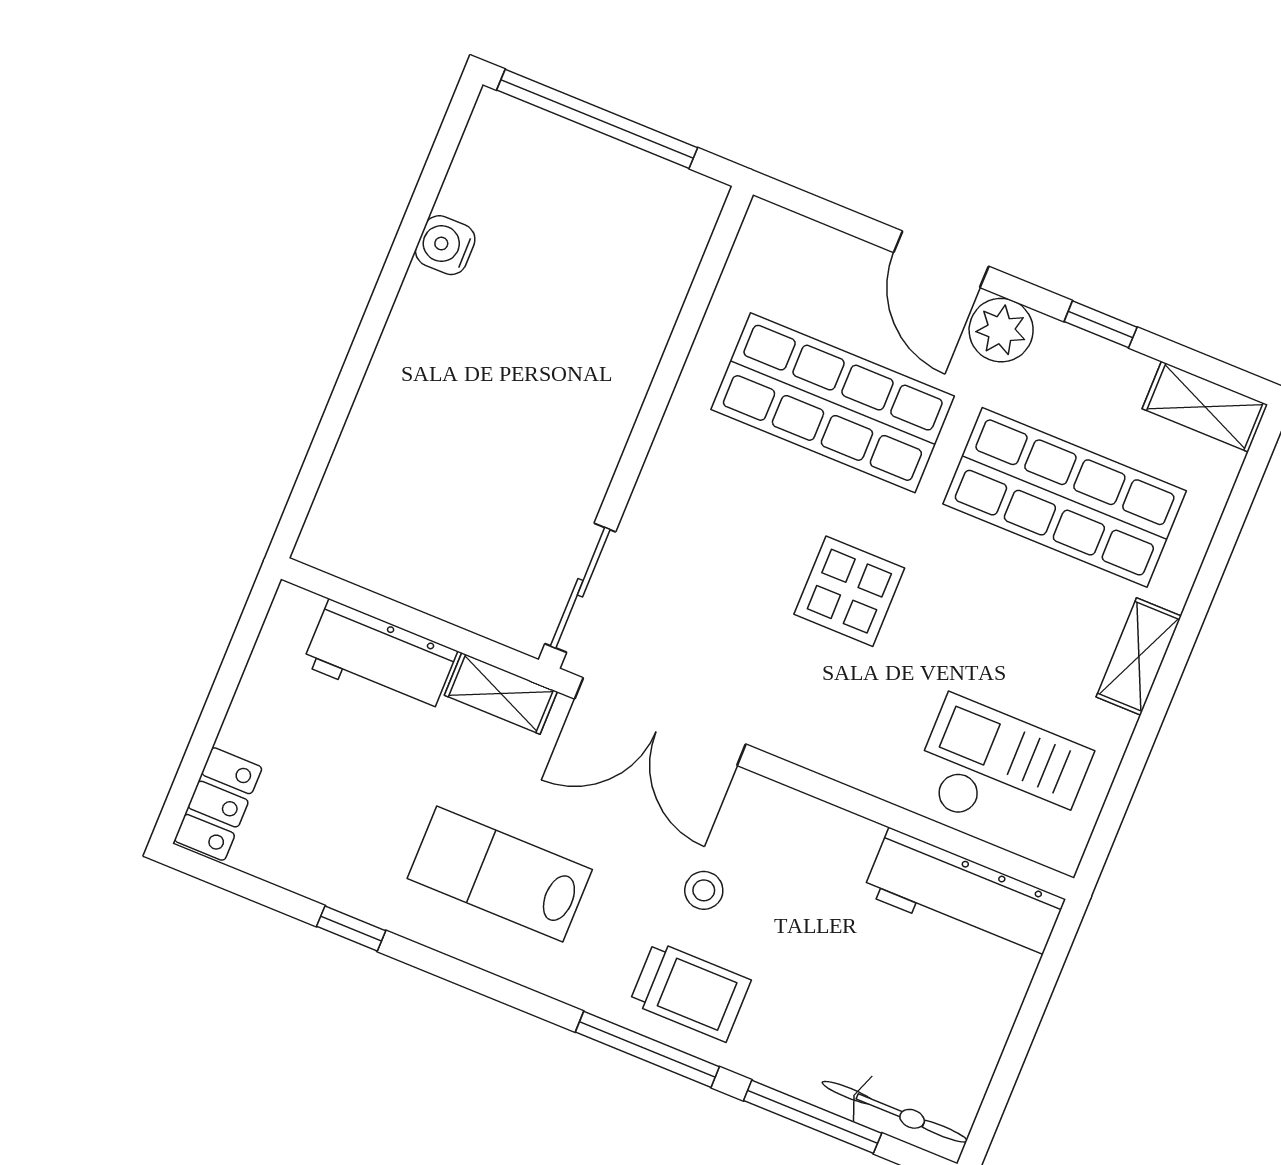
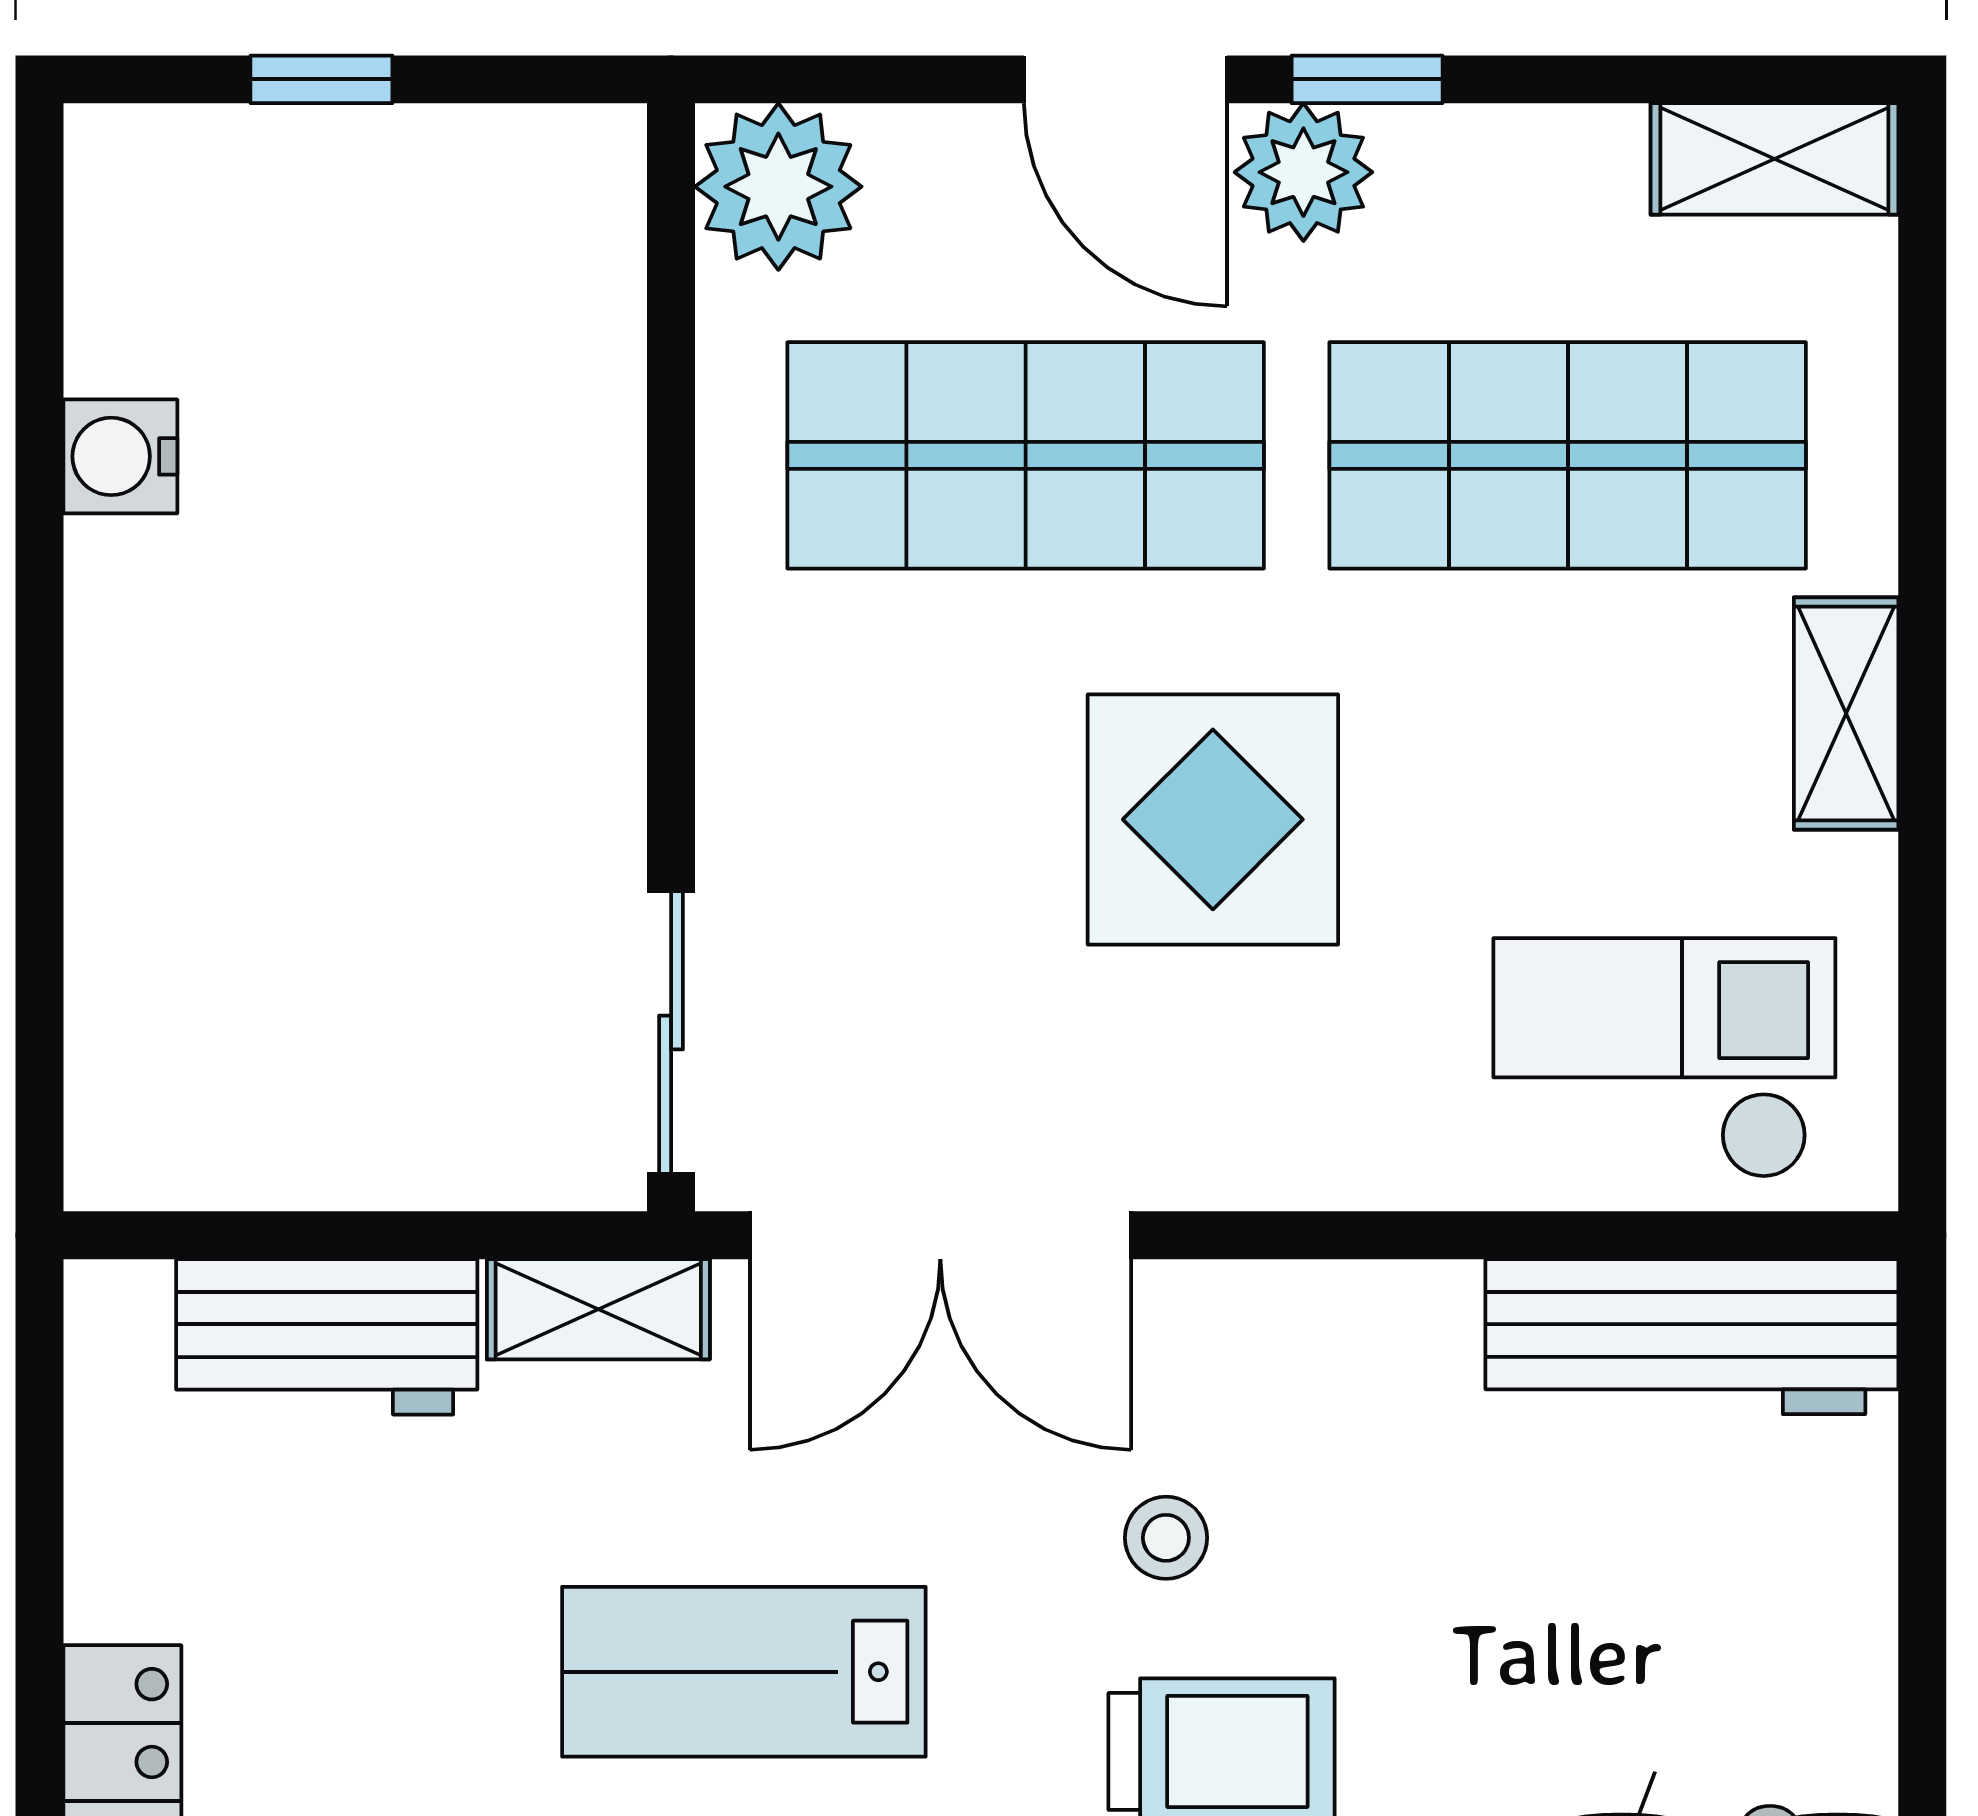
window: (597, 119) -> (321, 79), width x0.32
plant: (774, 245) -> (778, 187), added
window: (1101, 324) -> (1367, 79), moved
display table: (849, 591) -> (1213, 819), width x1.36, depth x1.36

